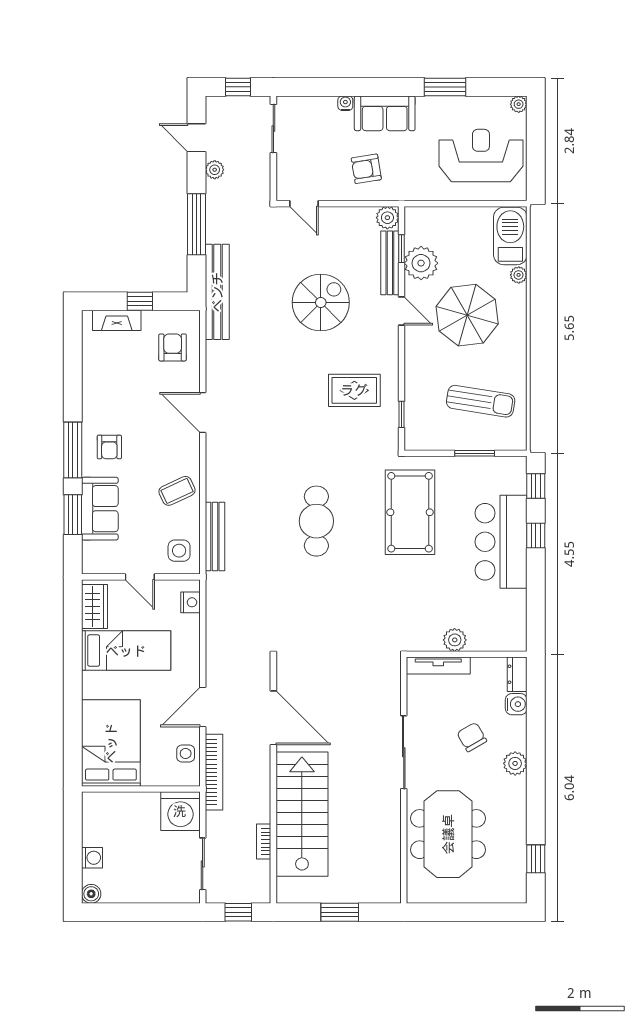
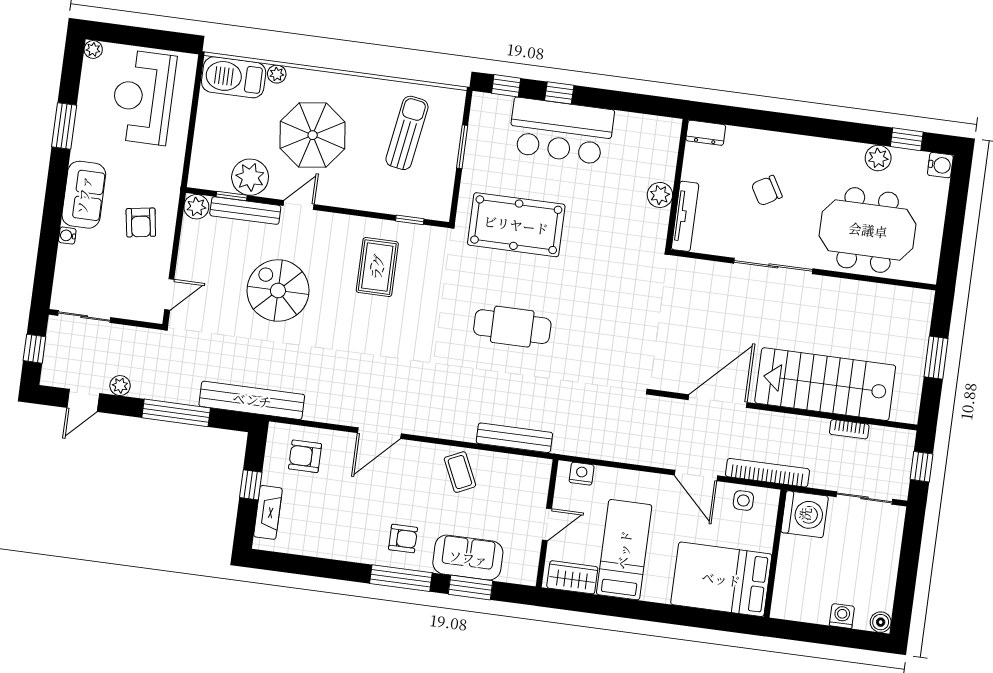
side table: (179, 551) -> (524, 478), removed
water cooler: (516, 704) -> (940, 165), moved, turned 90
plant: (515, 763) -> (878, 158), moved

